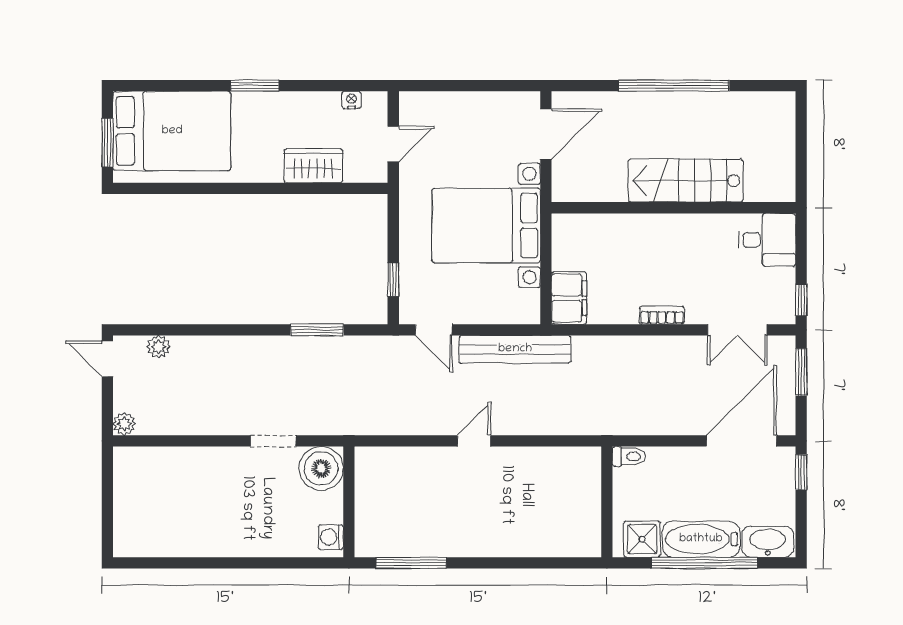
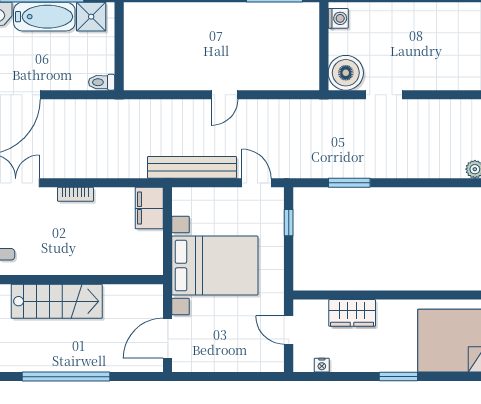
door: (393, 144) -> (289, 330), hinge flipped

